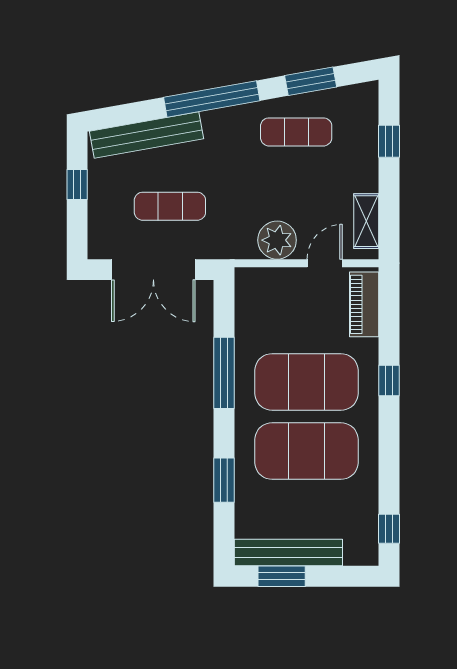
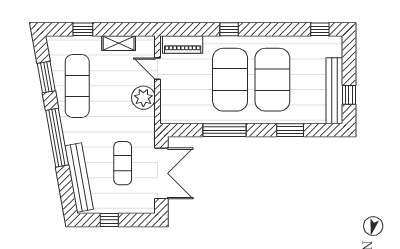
exercise mat: (296, 132) -> (77, 86), width x1.36, depth x1.45
shelving: (366, 221) -> (119, 43), moved
window: (282, 576) -> (349, 95), width x0.67

